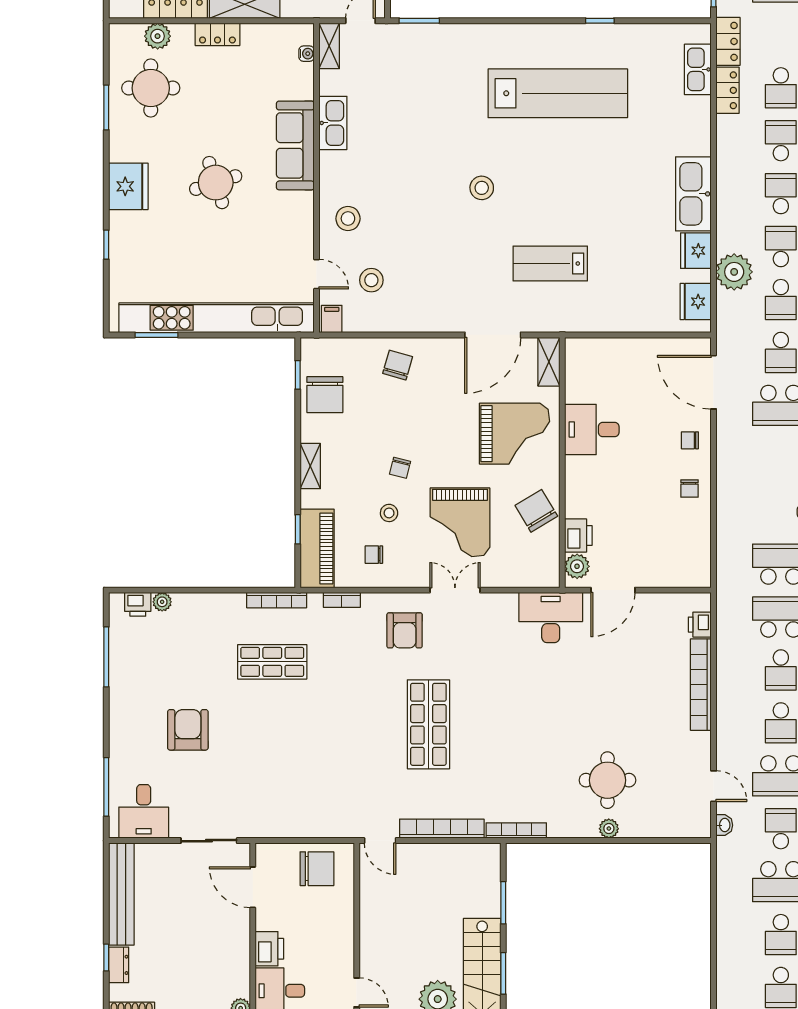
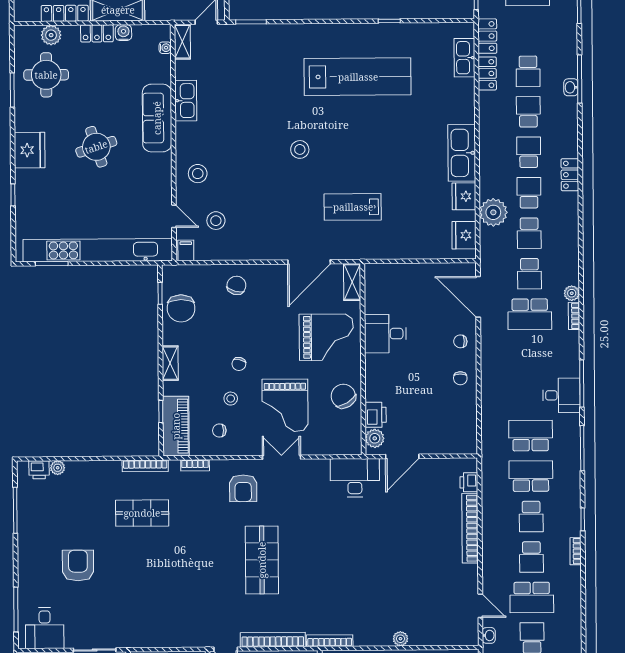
water cooler: (252, 34) -> (123, 33), added
round table: (607, 780) -> (399, 602), removed

